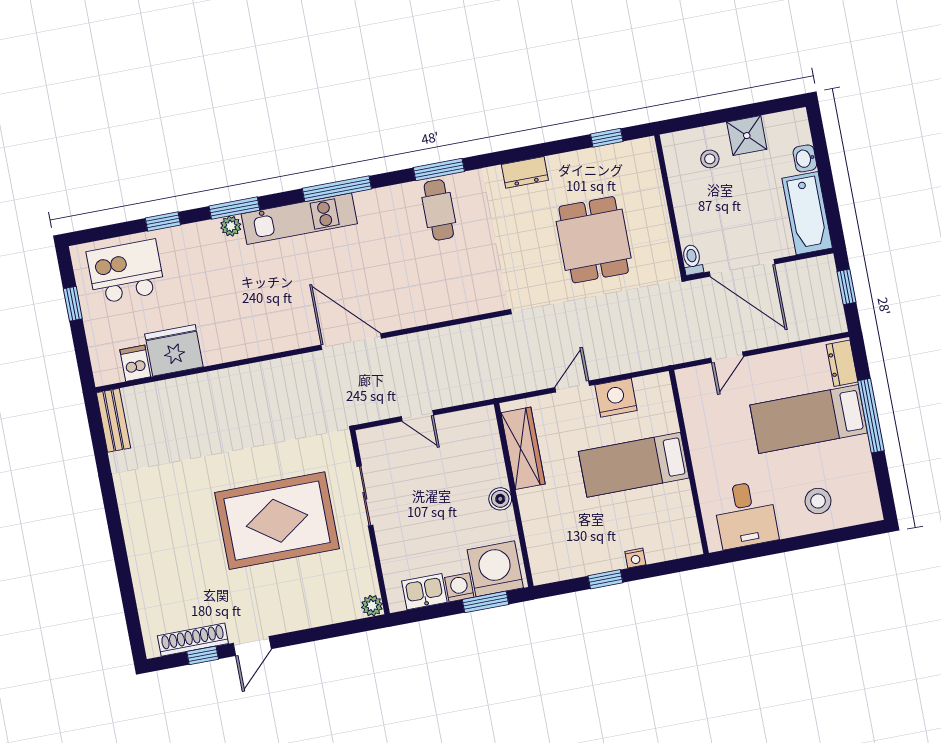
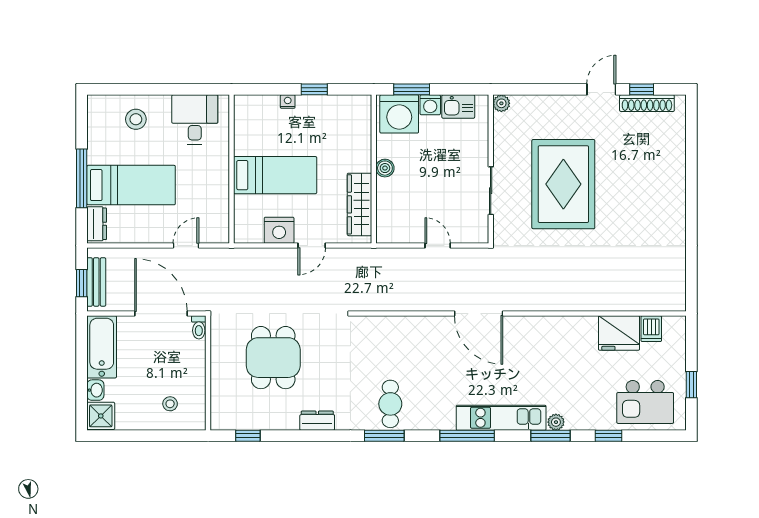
shower: (747, 136) -> (101, 416), moved
bench: (113, 420) -> (96, 282), moved
rug: (277, 521) -> (563, 184), turned 90

